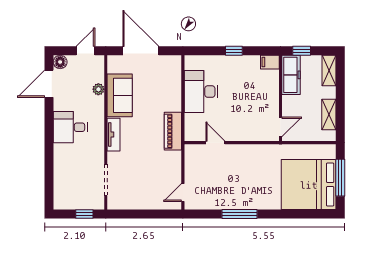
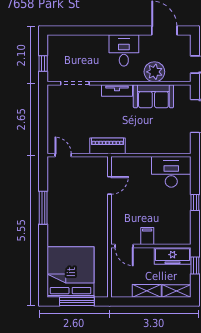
floor lamp: (60, 62) -> (185, 41), removed
filing cabinet: (270, 62) -> (147, 236), moved
plant: (98, 89) -> (154, 72), width x1.88, depth x1.88
desk: (201, 92) -> (171, 172), moved
shelving: (329, 114) -> (147, 291), moved
piano: (173, 131) -> (107, 146), moved

